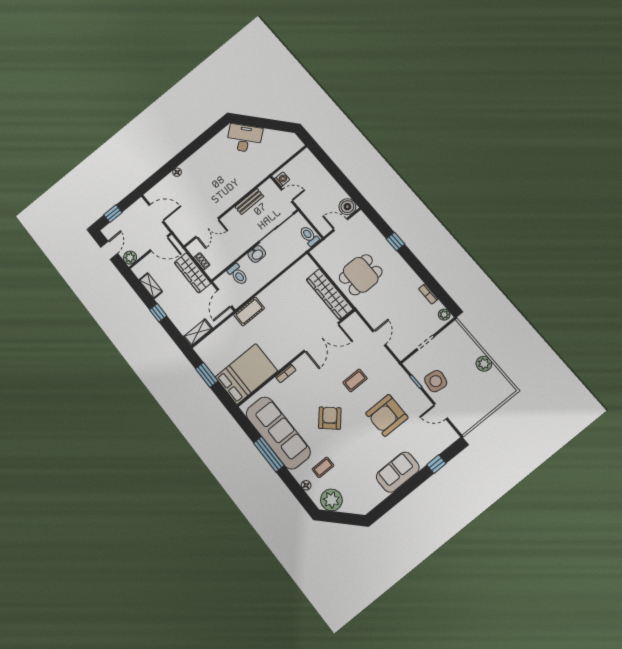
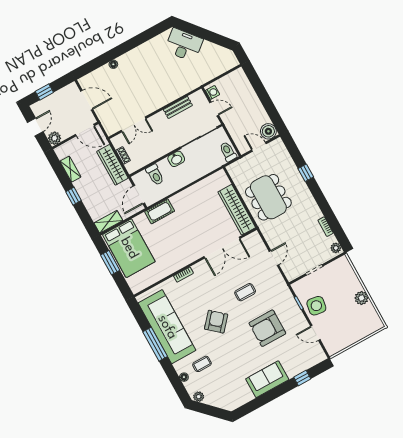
dining table: (361, 275) -> (268, 197), width x1.38
bed: (246, 374) -> (129, 248), moved, turned 90
plant: (331, 500) -> (199, 397), width x0.53, depth x0.53

